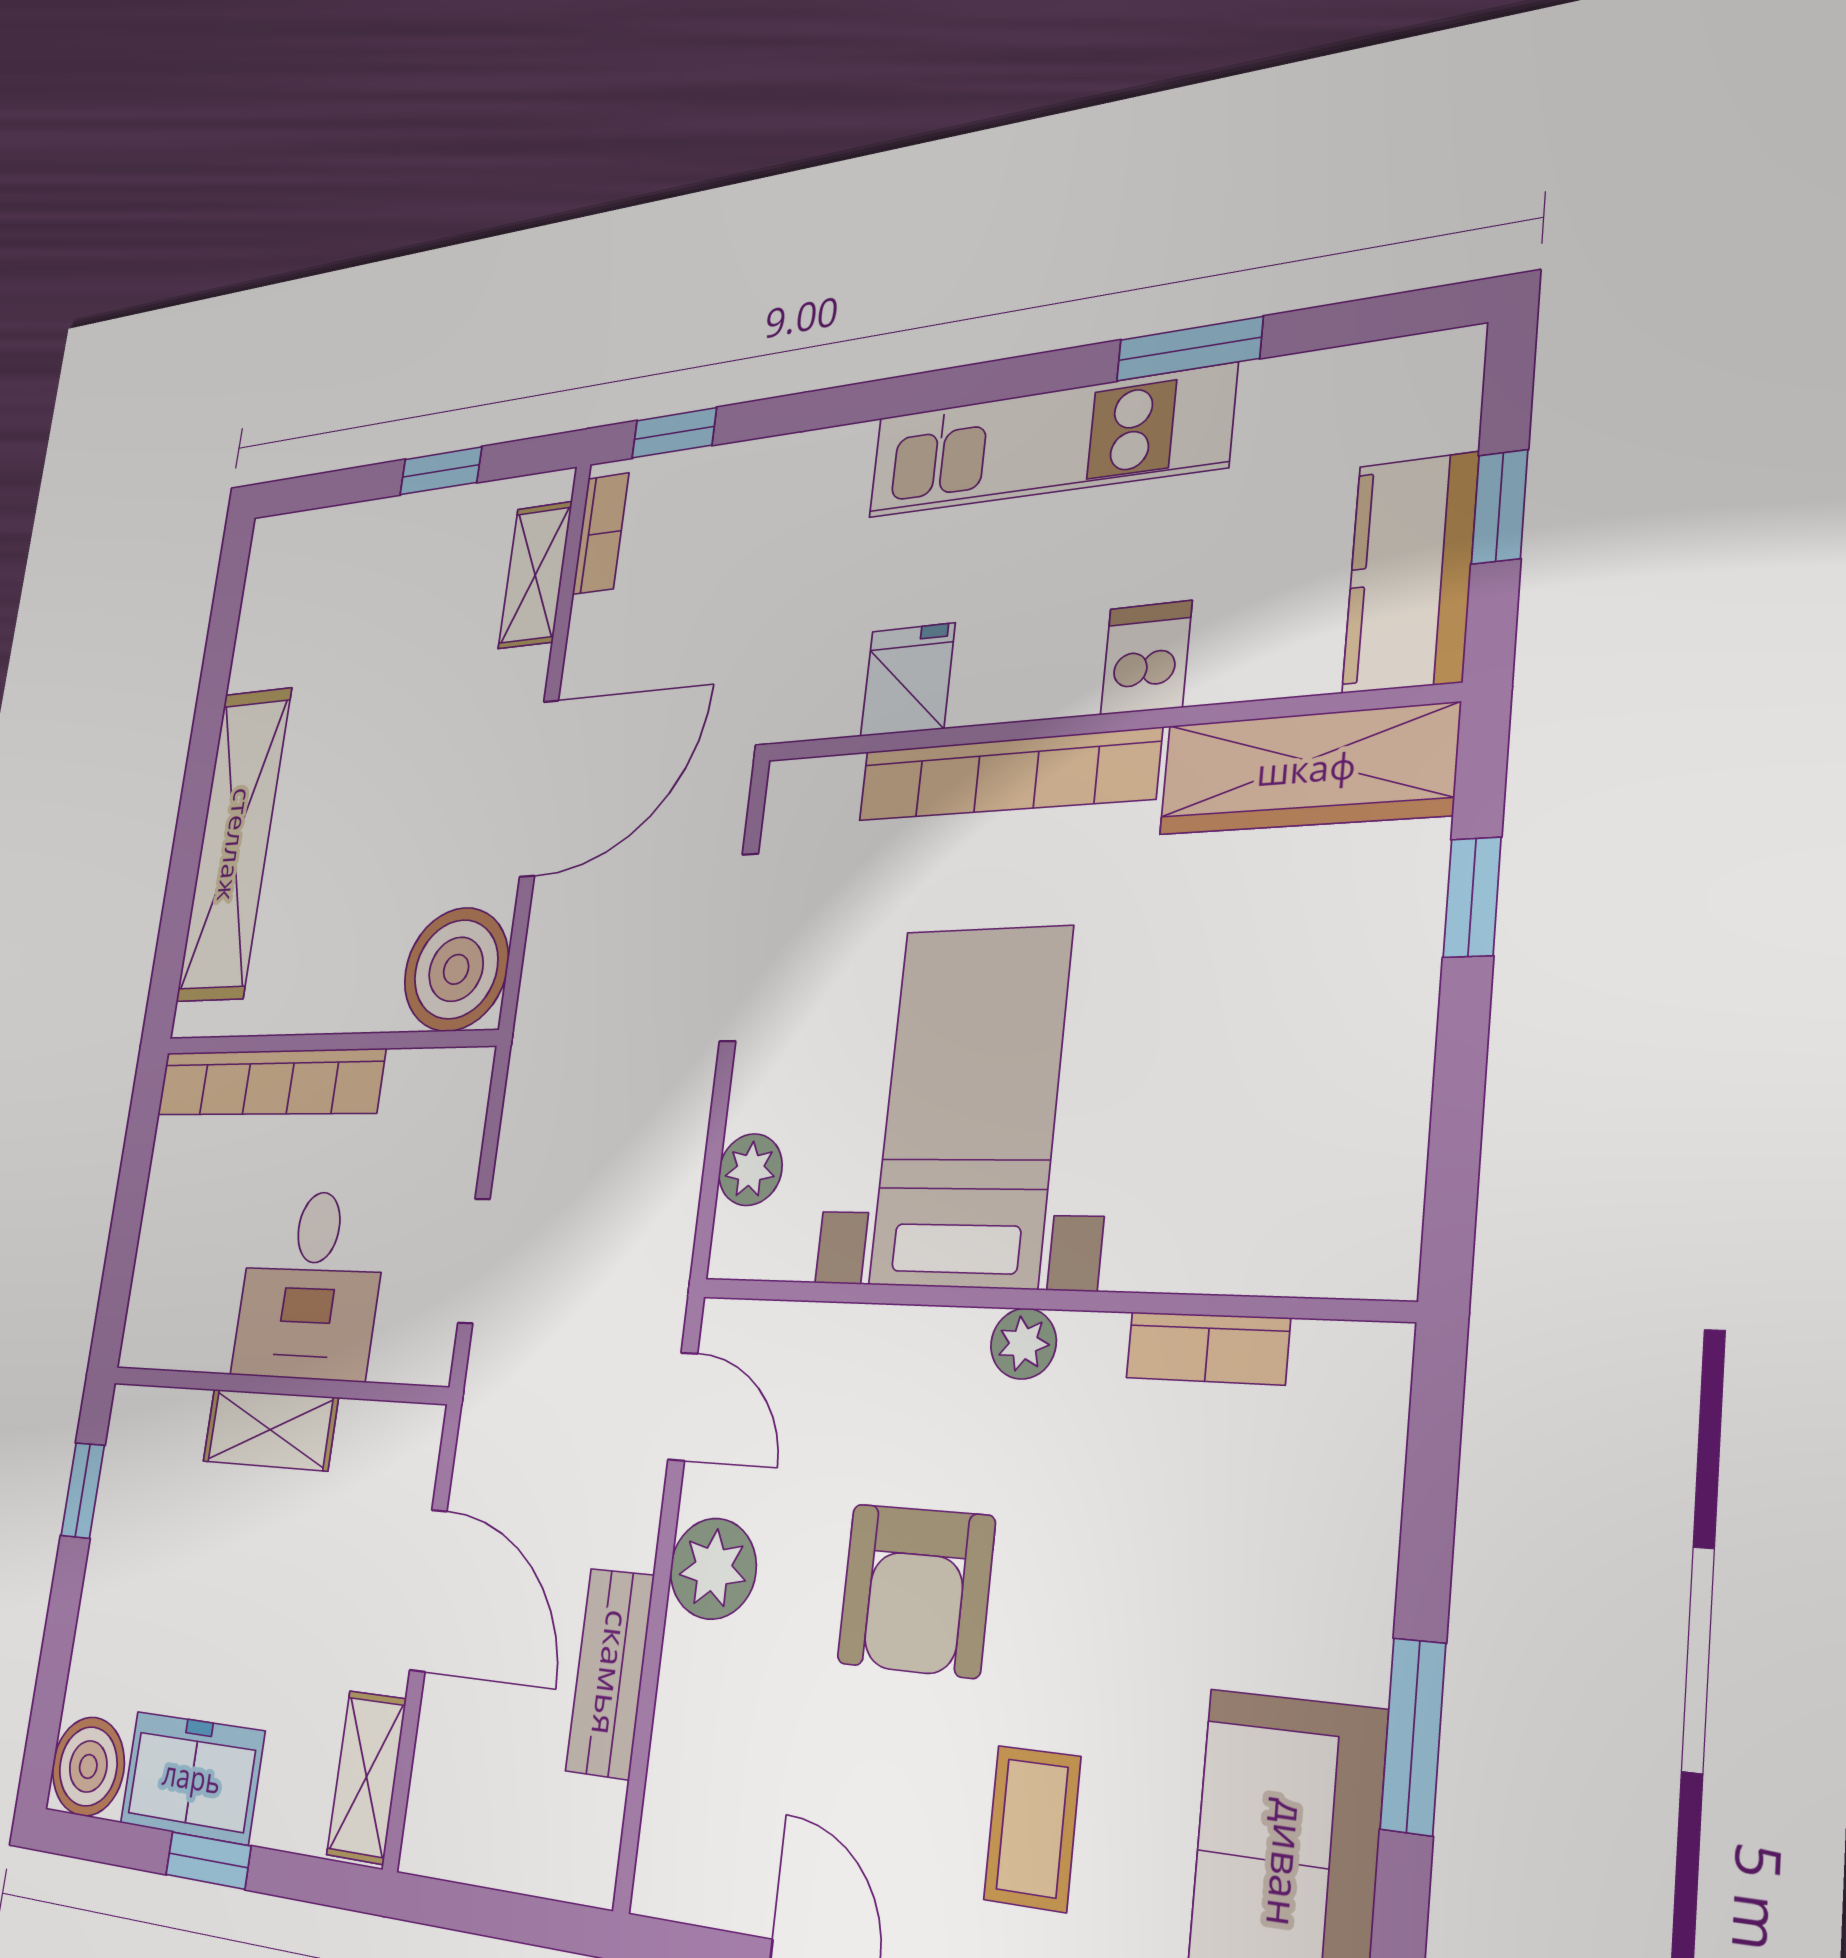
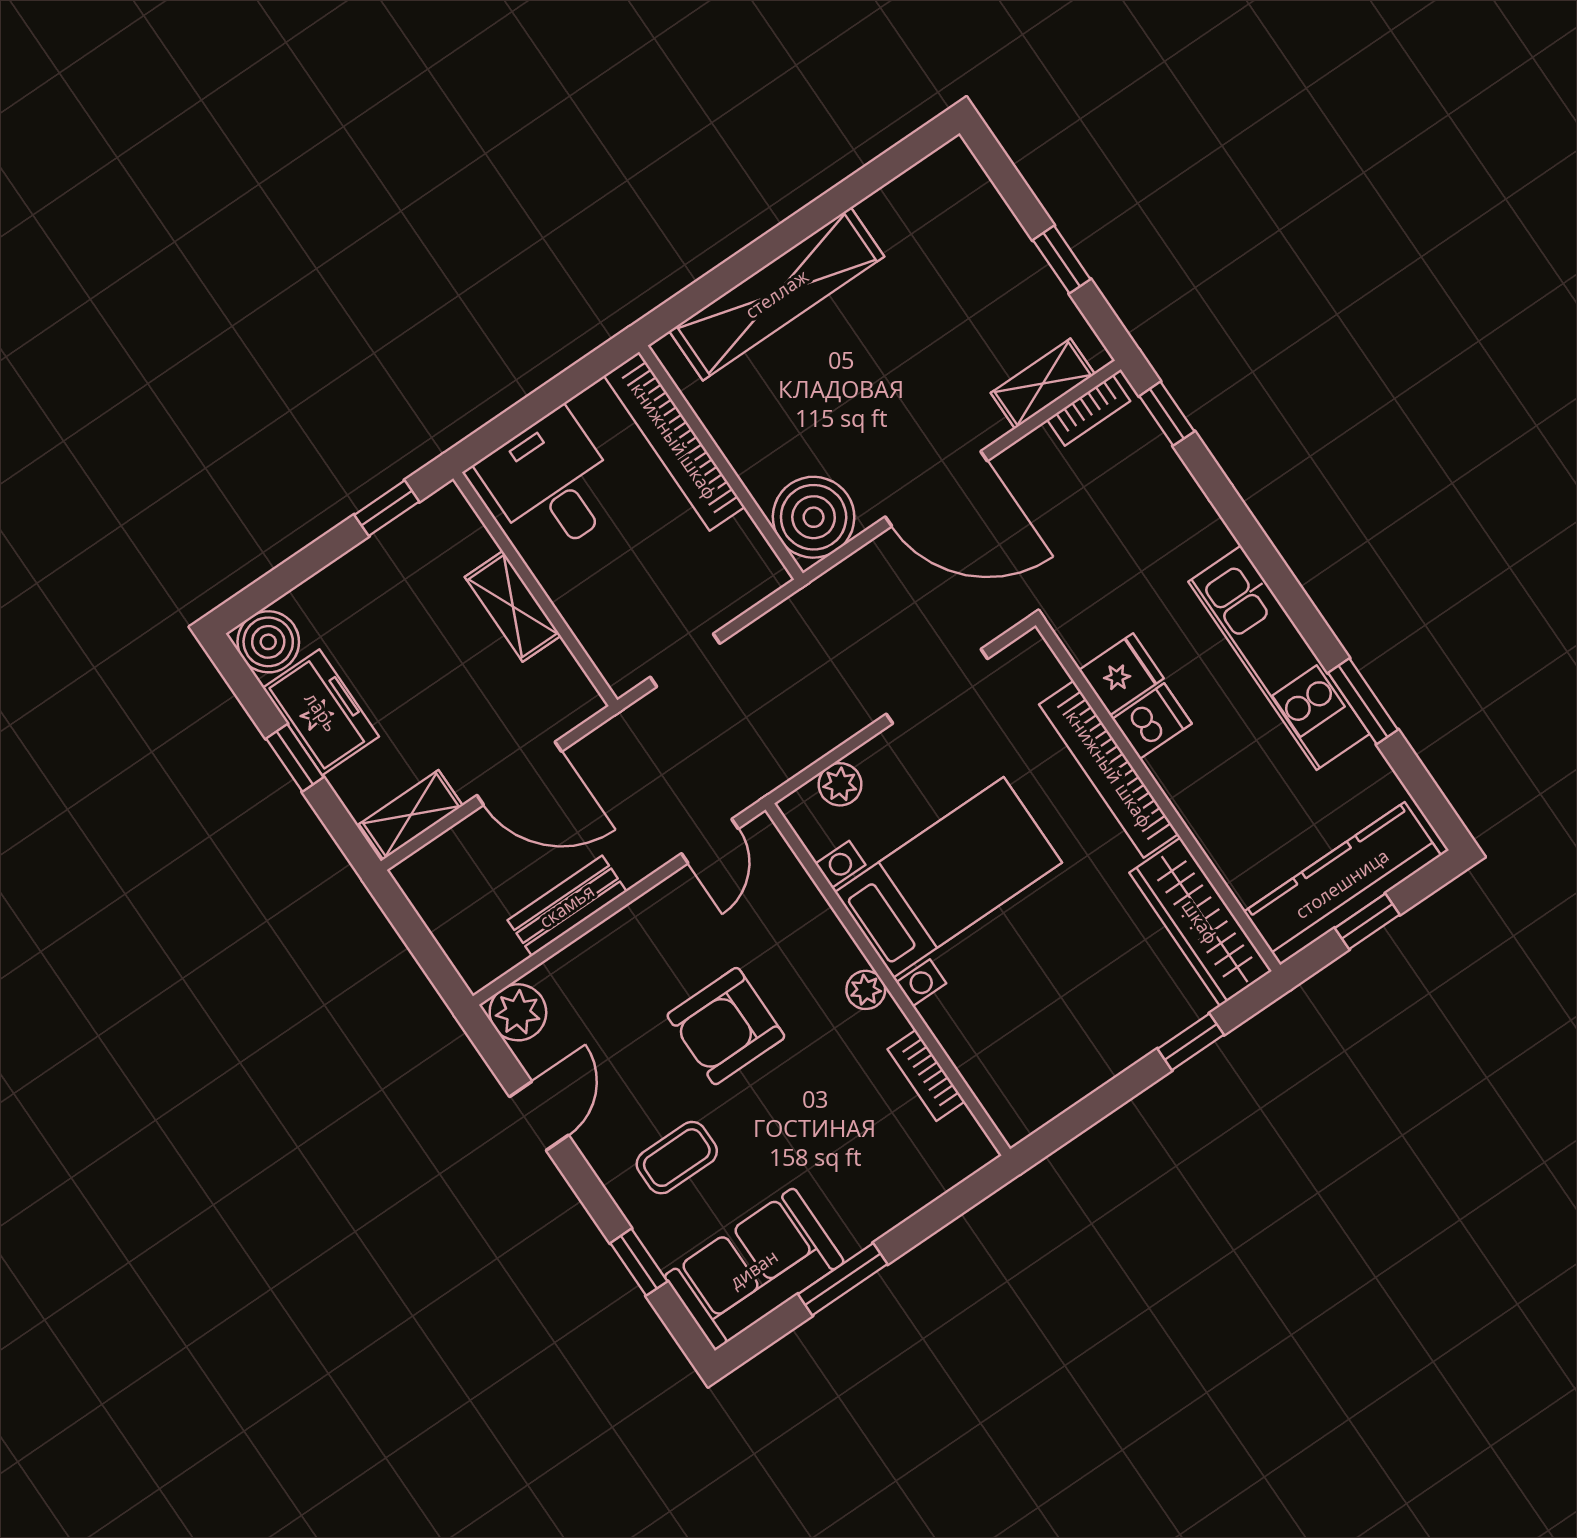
kitchen counter: (1410, 573) -> (1342, 884), width x1.50
dishwasher: (1146, 658) -> (1152, 721), moved
desk: (310, 1285) -> (552, 484), moved, turned 90
plant: (713, 1569) -> (518, 1012), moved
door: (428, 1590) -> (519, 773), hinge flipped

